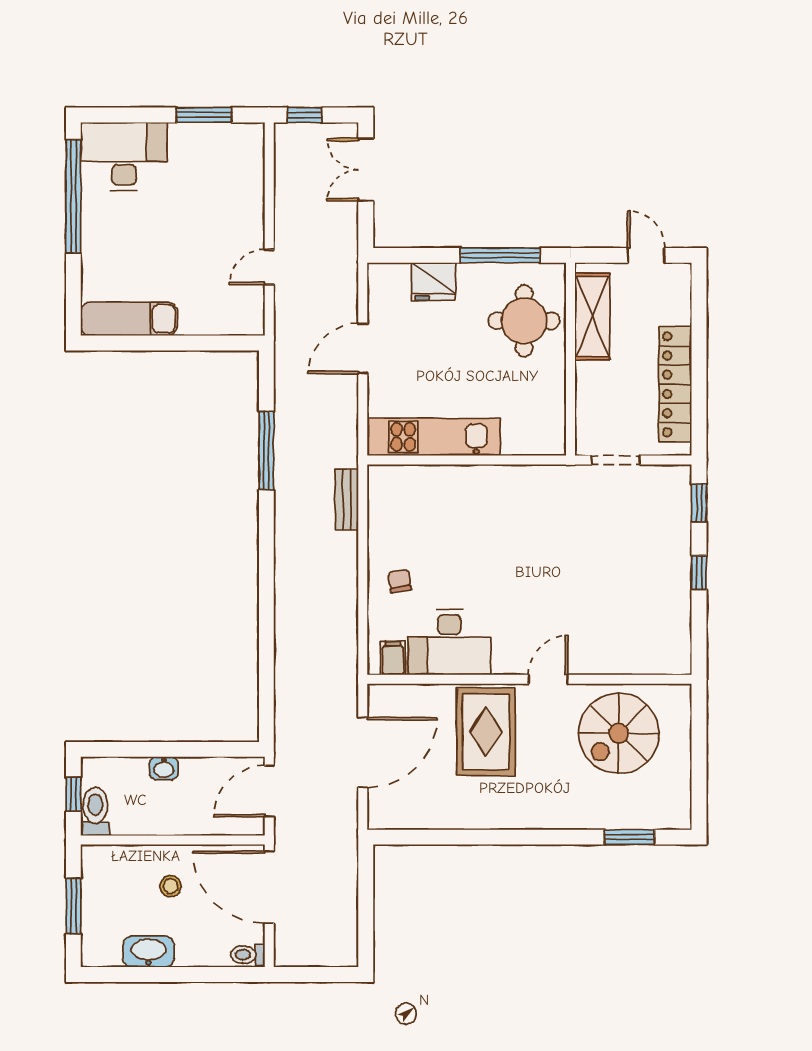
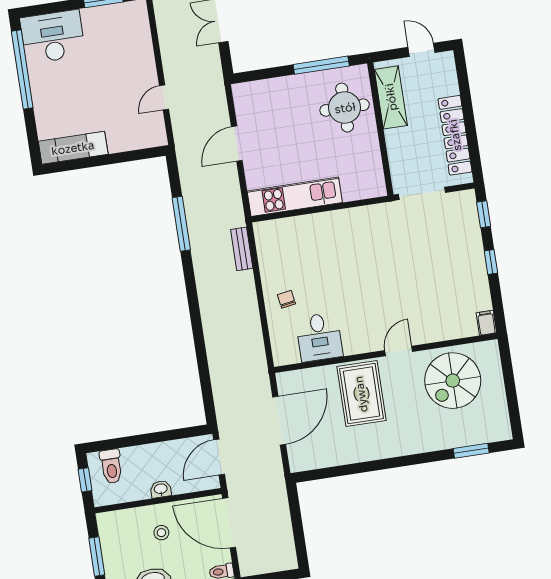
fridge: (434, 282) -> (278, 90), removed
doorway: (616, 460) -> (422, 193), width x1.38
desk: (449, 642) -> (319, 337), width x0.73
filing cabinet: (393, 658) -> (486, 323), moved
washbasin: (164, 768) -> (161, 489), moved, turned 180
toilet: (95, 812) -> (111, 466), moved, turned 180

